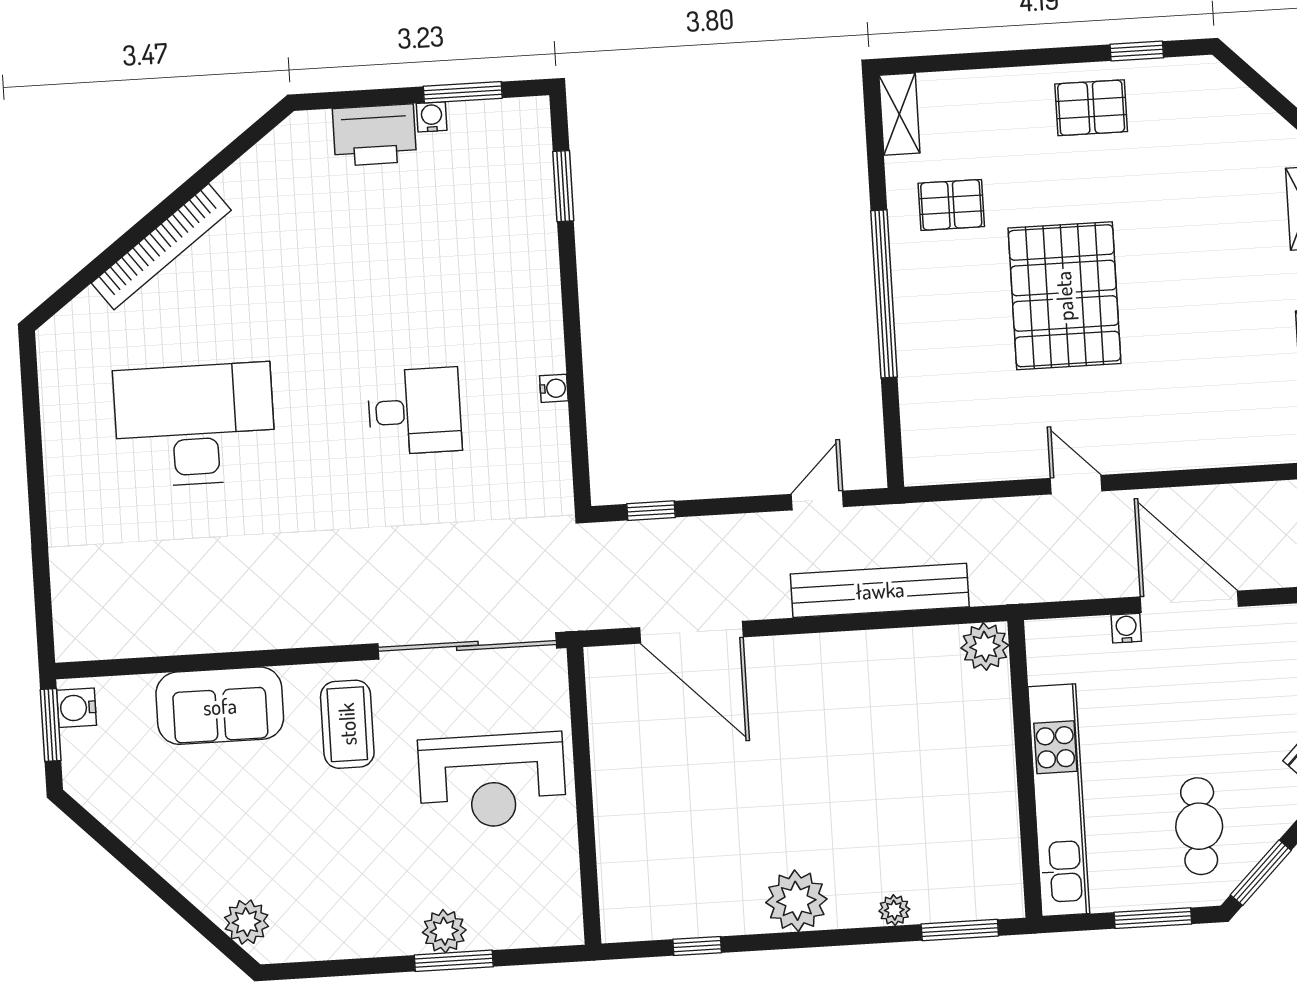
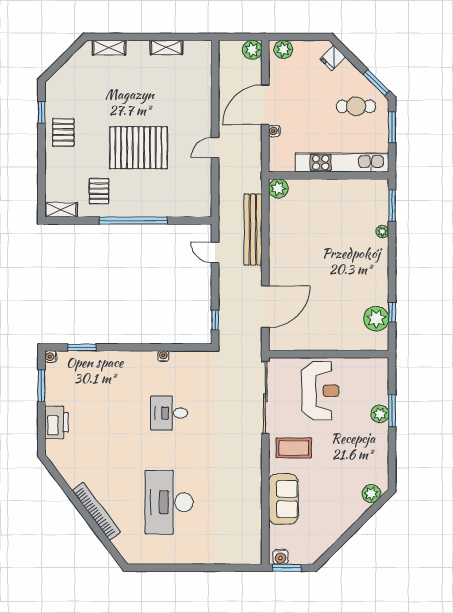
water cooler: (432, 117) -> (51, 357), moved
desk: (415, 411) -> (169, 413), turned -90
plant: (796, 901) -> (376, 319), moved

